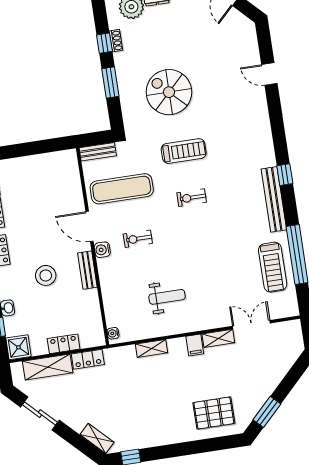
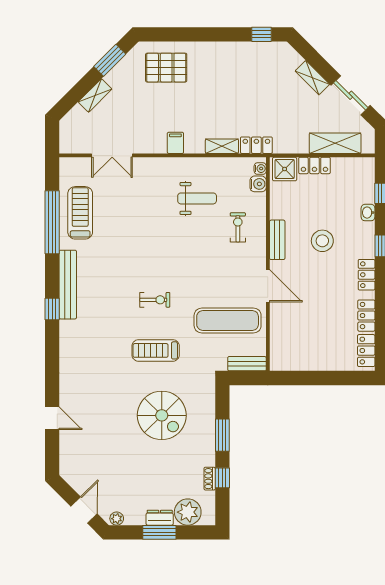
exercise bike: (138, 239) -> (238, 227), moved, turned -90
water cooler: (102, 250) -> (258, 184), moved
weight bench: (167, 297) -> (197, 198), turned 180
shelving: (218, 338) -> (95, 95), moved, turned -45
shower: (18, 347) -> (285, 169), moved
locker: (88, 359) -> (256, 145), moved
shelving: (97, 438) -> (312, 78), moved

